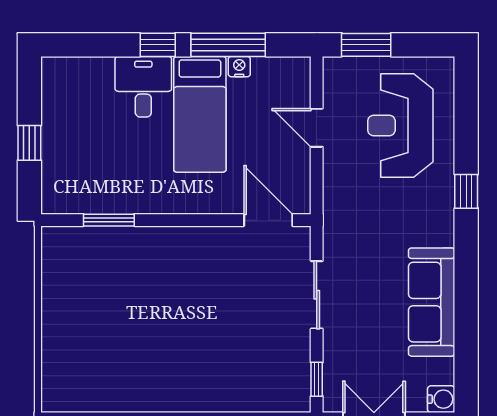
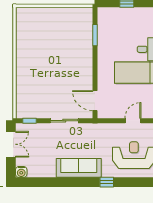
door: (268, 220) -> (95, 101), swing flipped
sofa: (432, 302) -> (79, 168), moved

